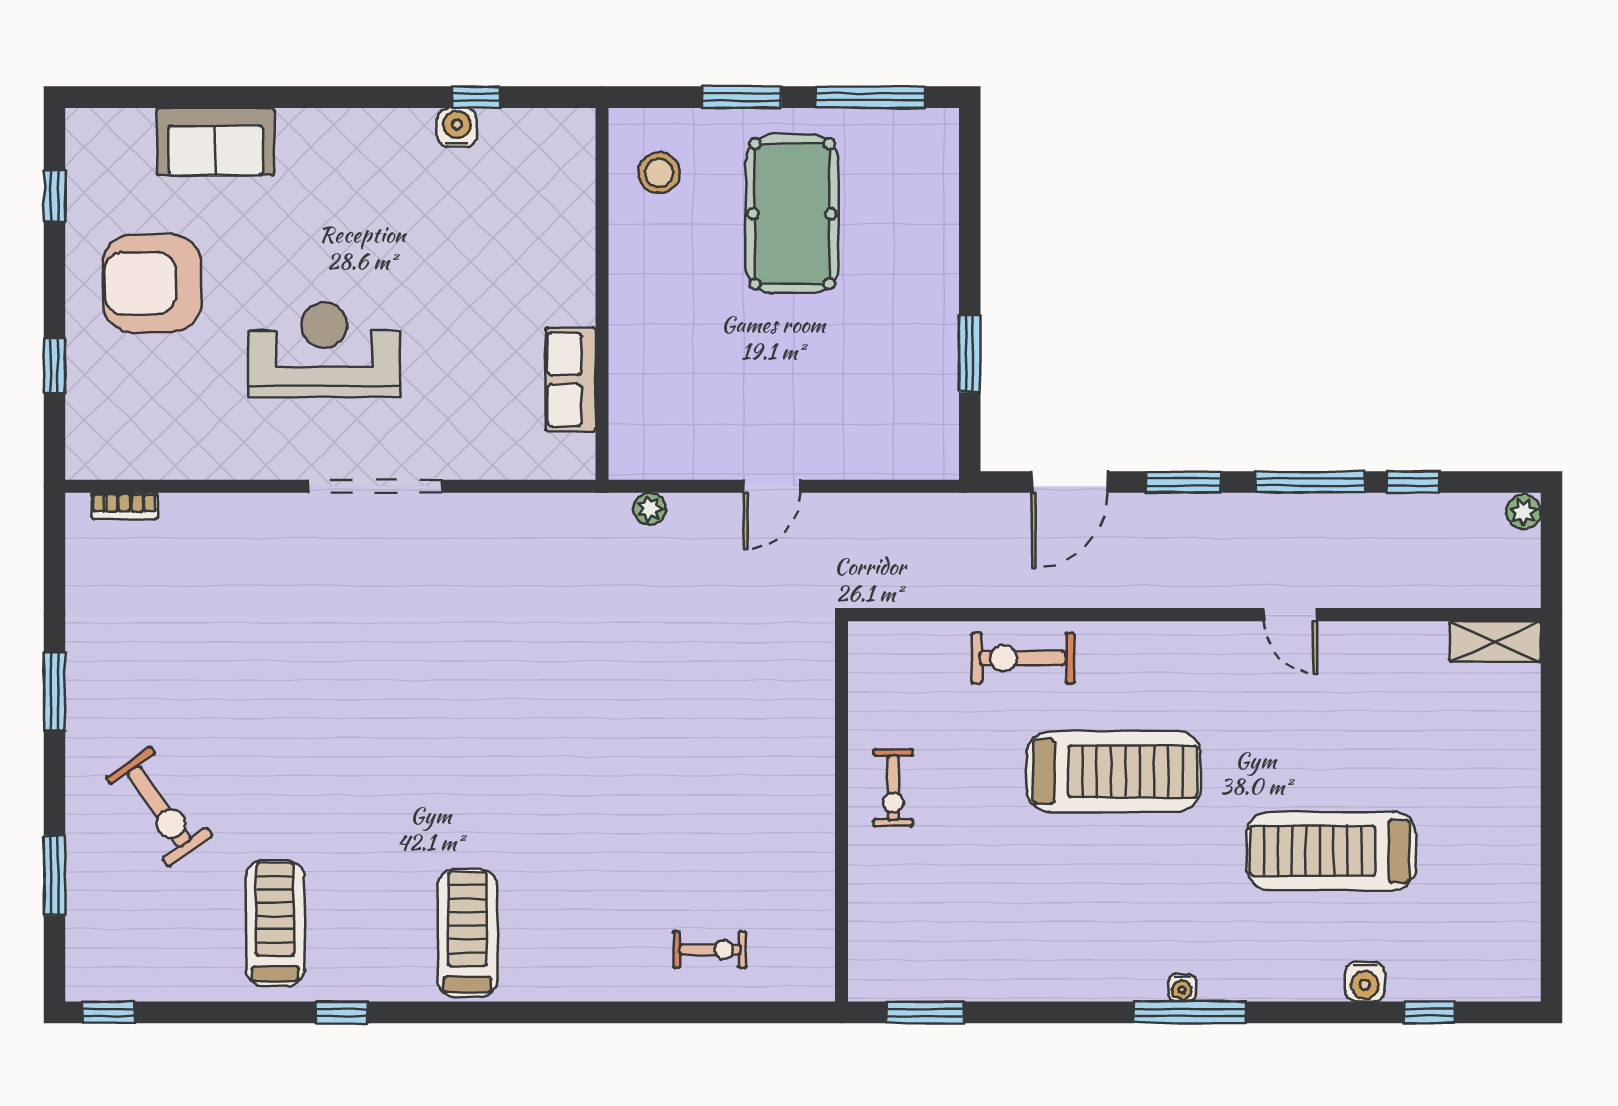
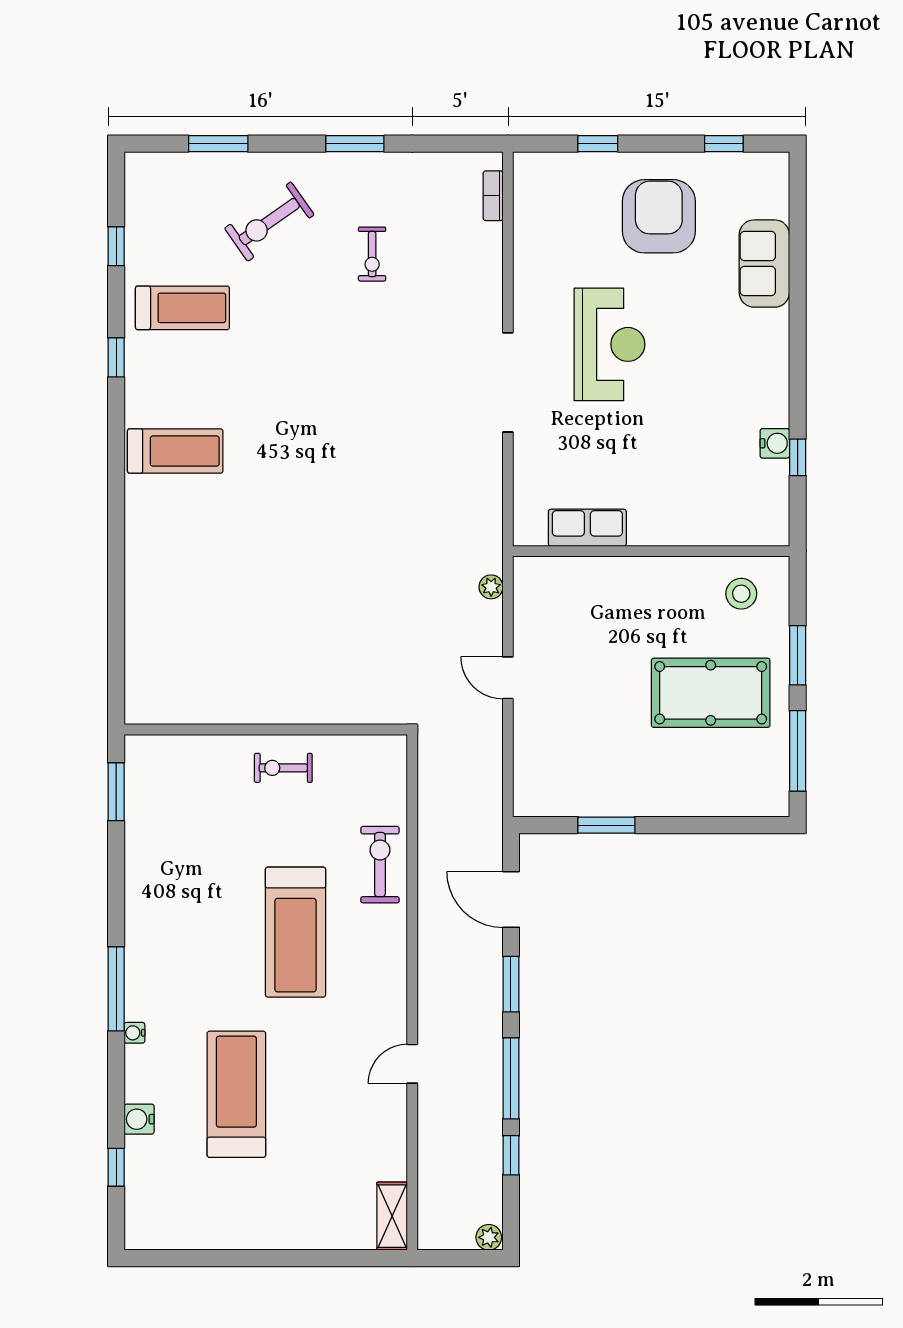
exercise bike: (710, 950) -> (372, 254), moved
water cooler: (1182, 988) -> (134, 1033), moved
window: (108, 1012) -> (116, 246), moved

